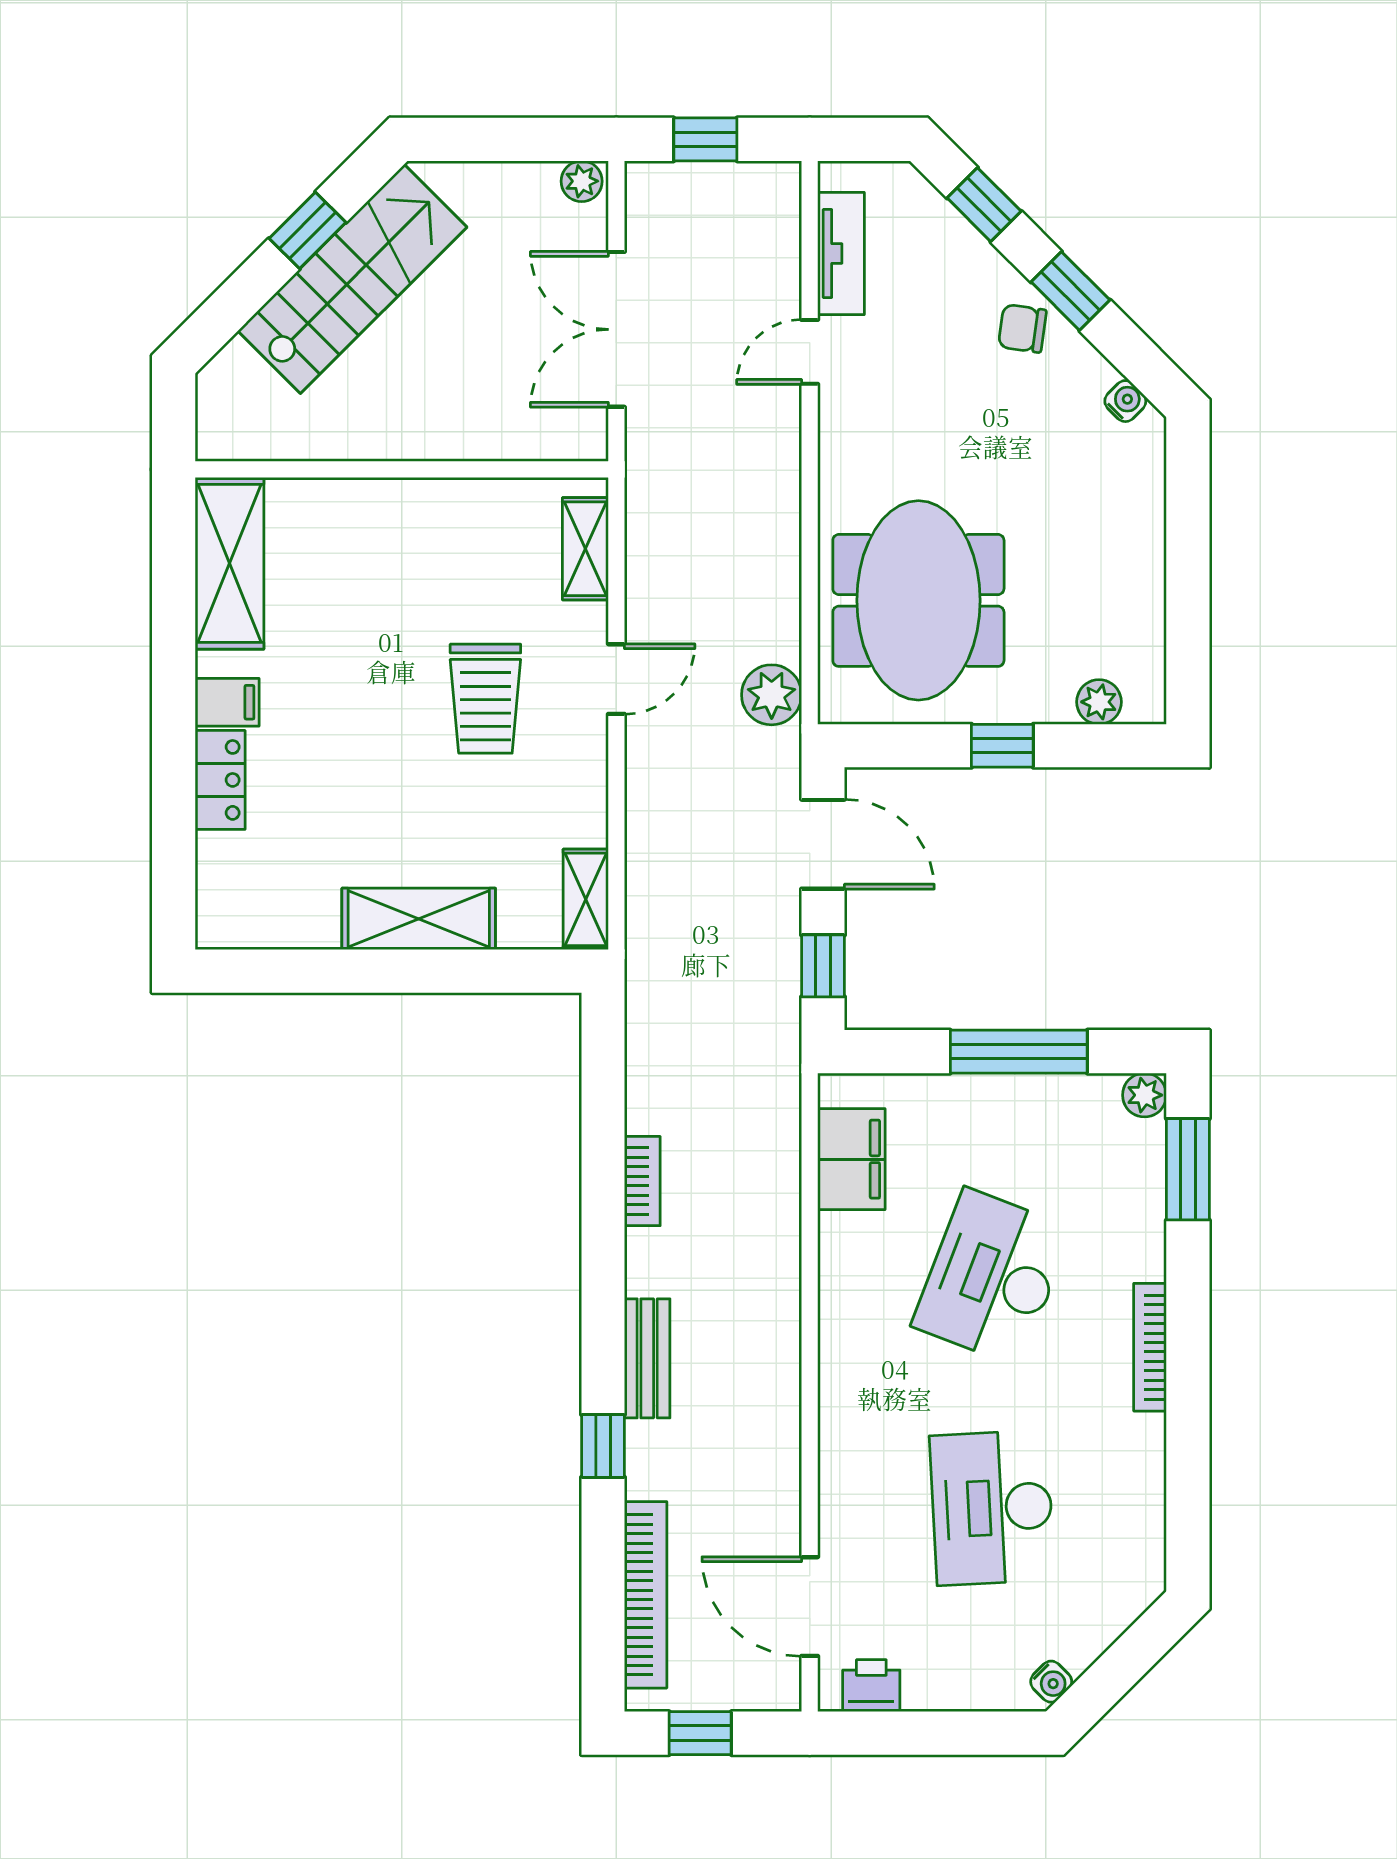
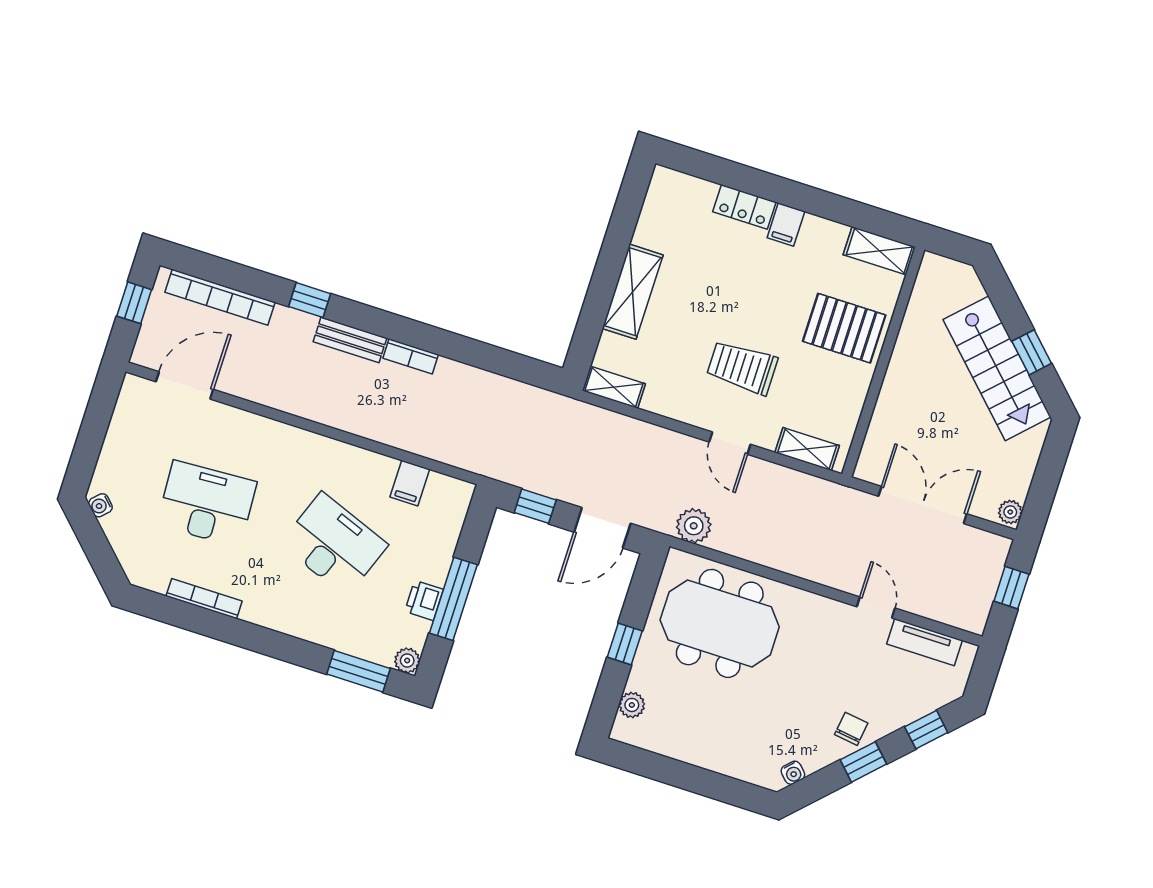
pallet: (367, 552) -> (844, 328), added
shelving: (229, 563) -> (879, 251), width x0.67, depth x0.75
filing cabinet: (851, 1159) -> (410, 483), width x0.50
bookcase: (642, 1181) -> (411, 356), moved
bookcase: (1150, 1347) -> (204, 599), moved
printer: (871, 1686) -> (424, 600), moved, turned 180

